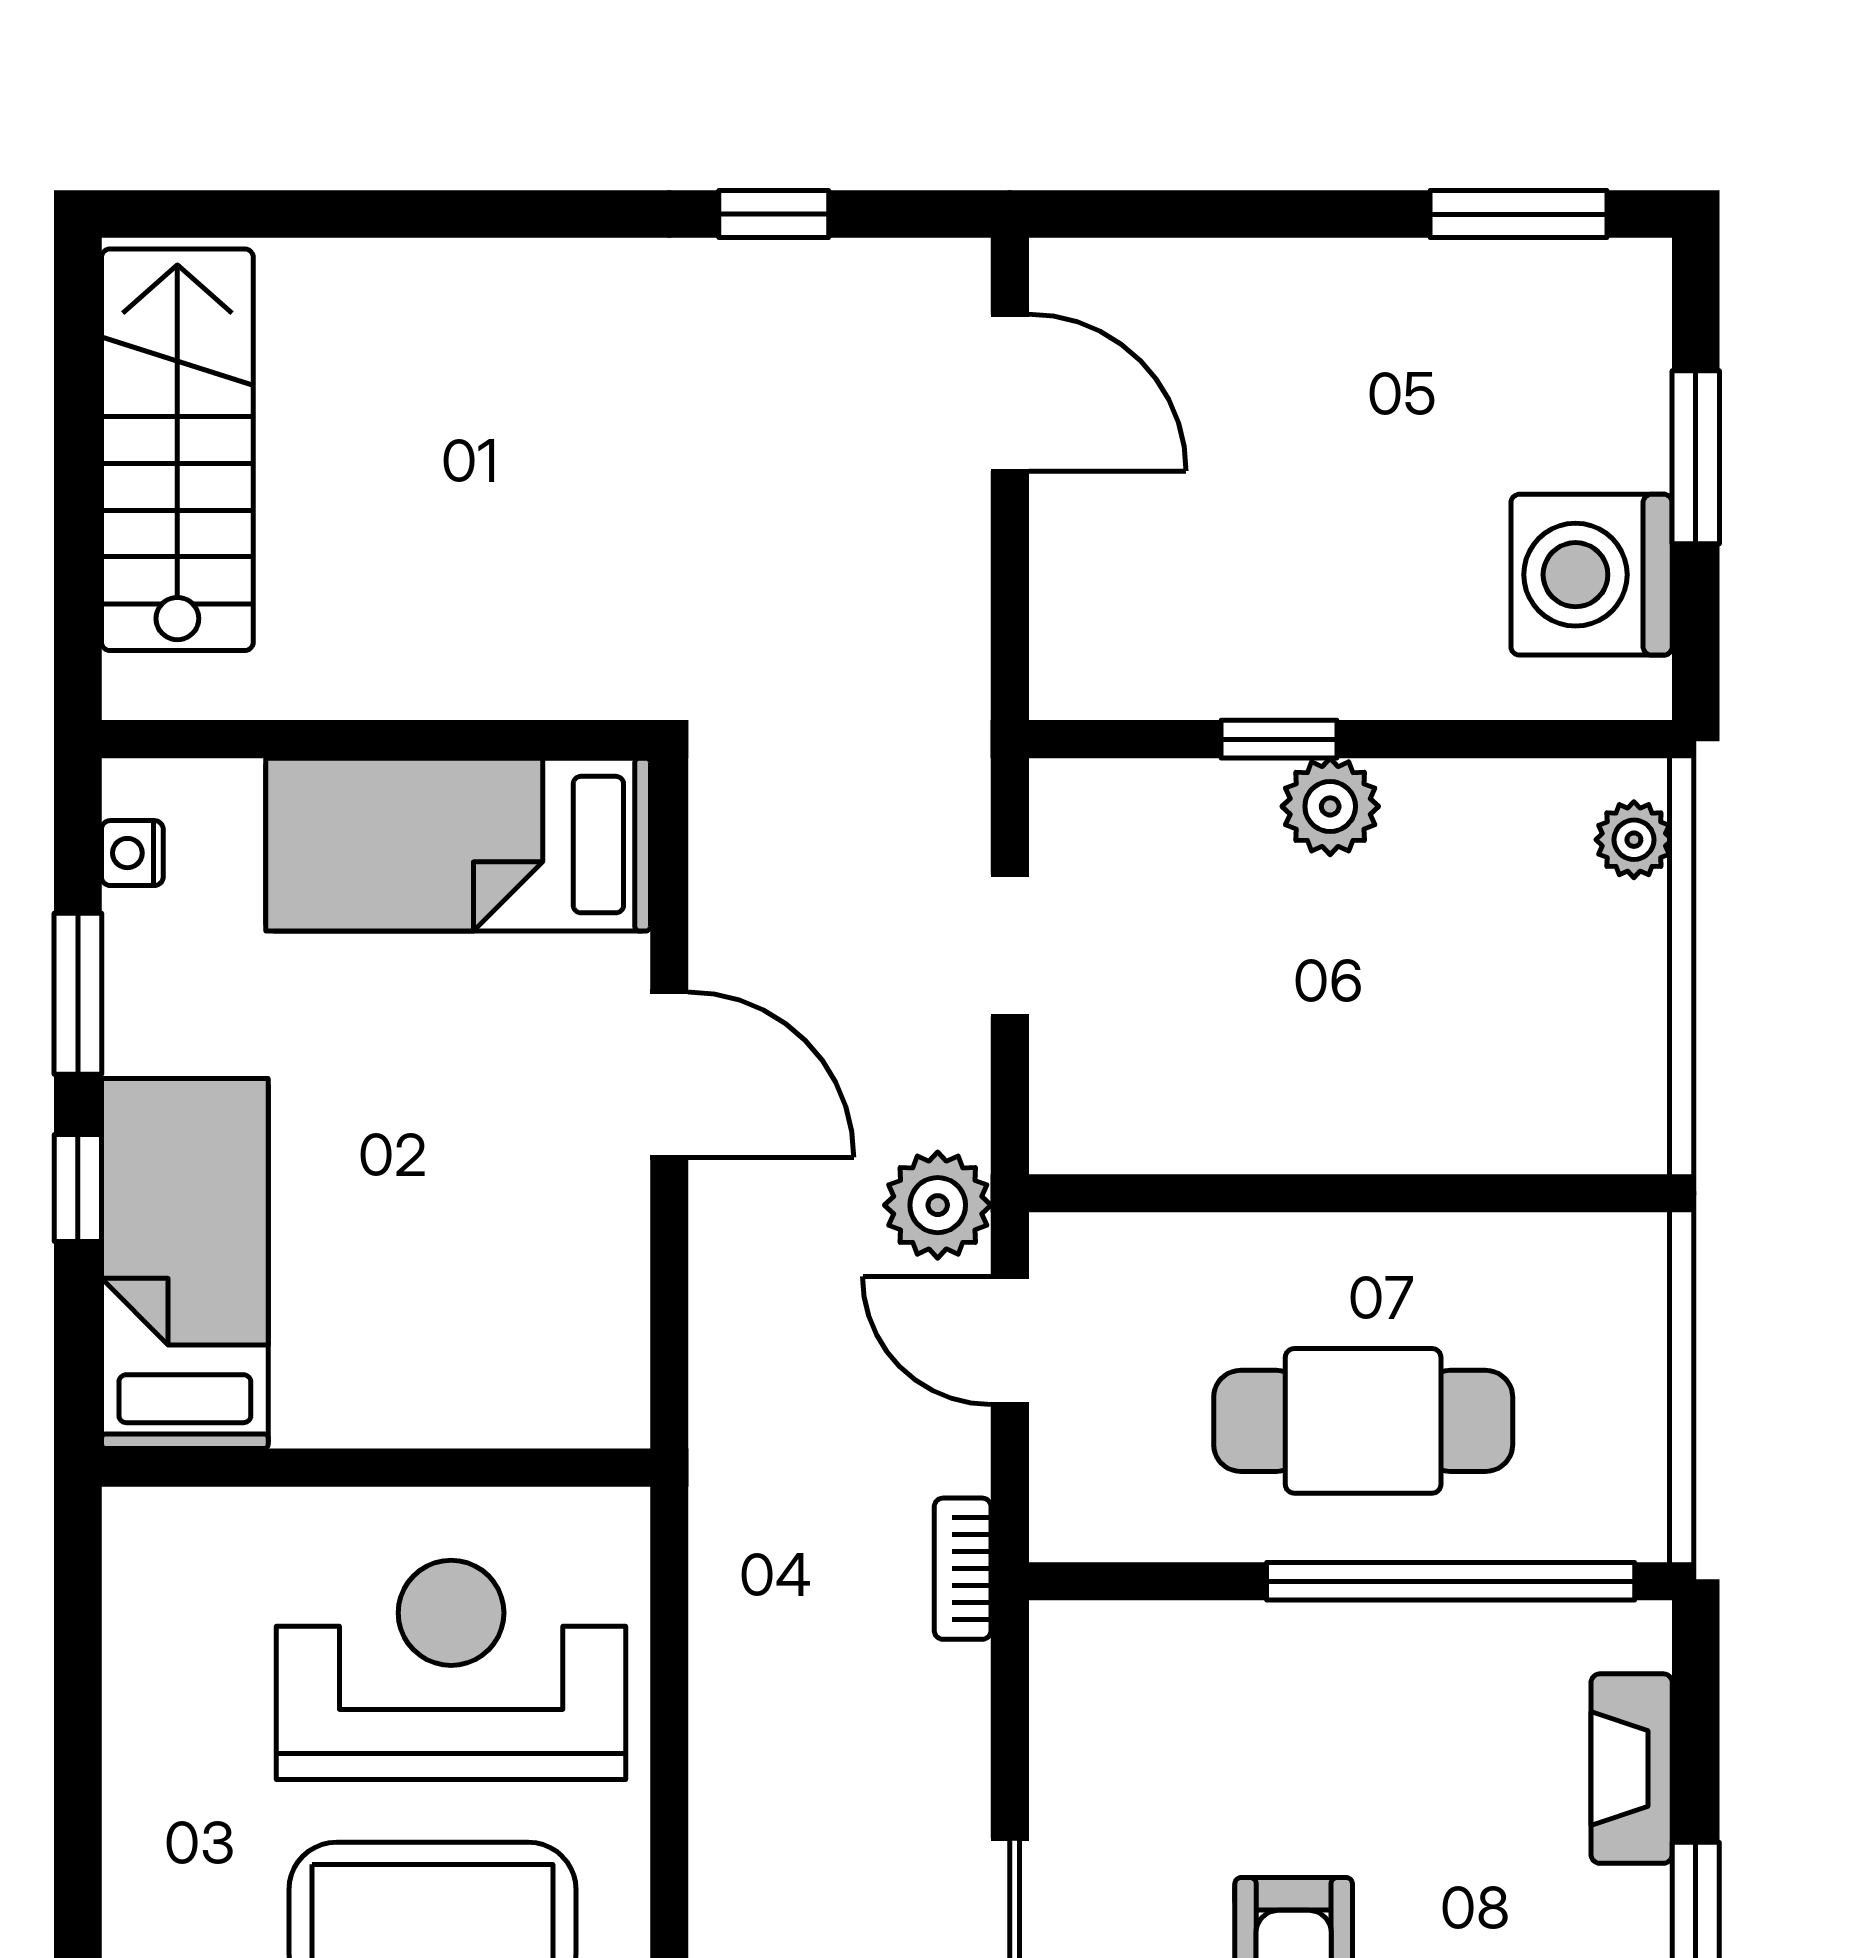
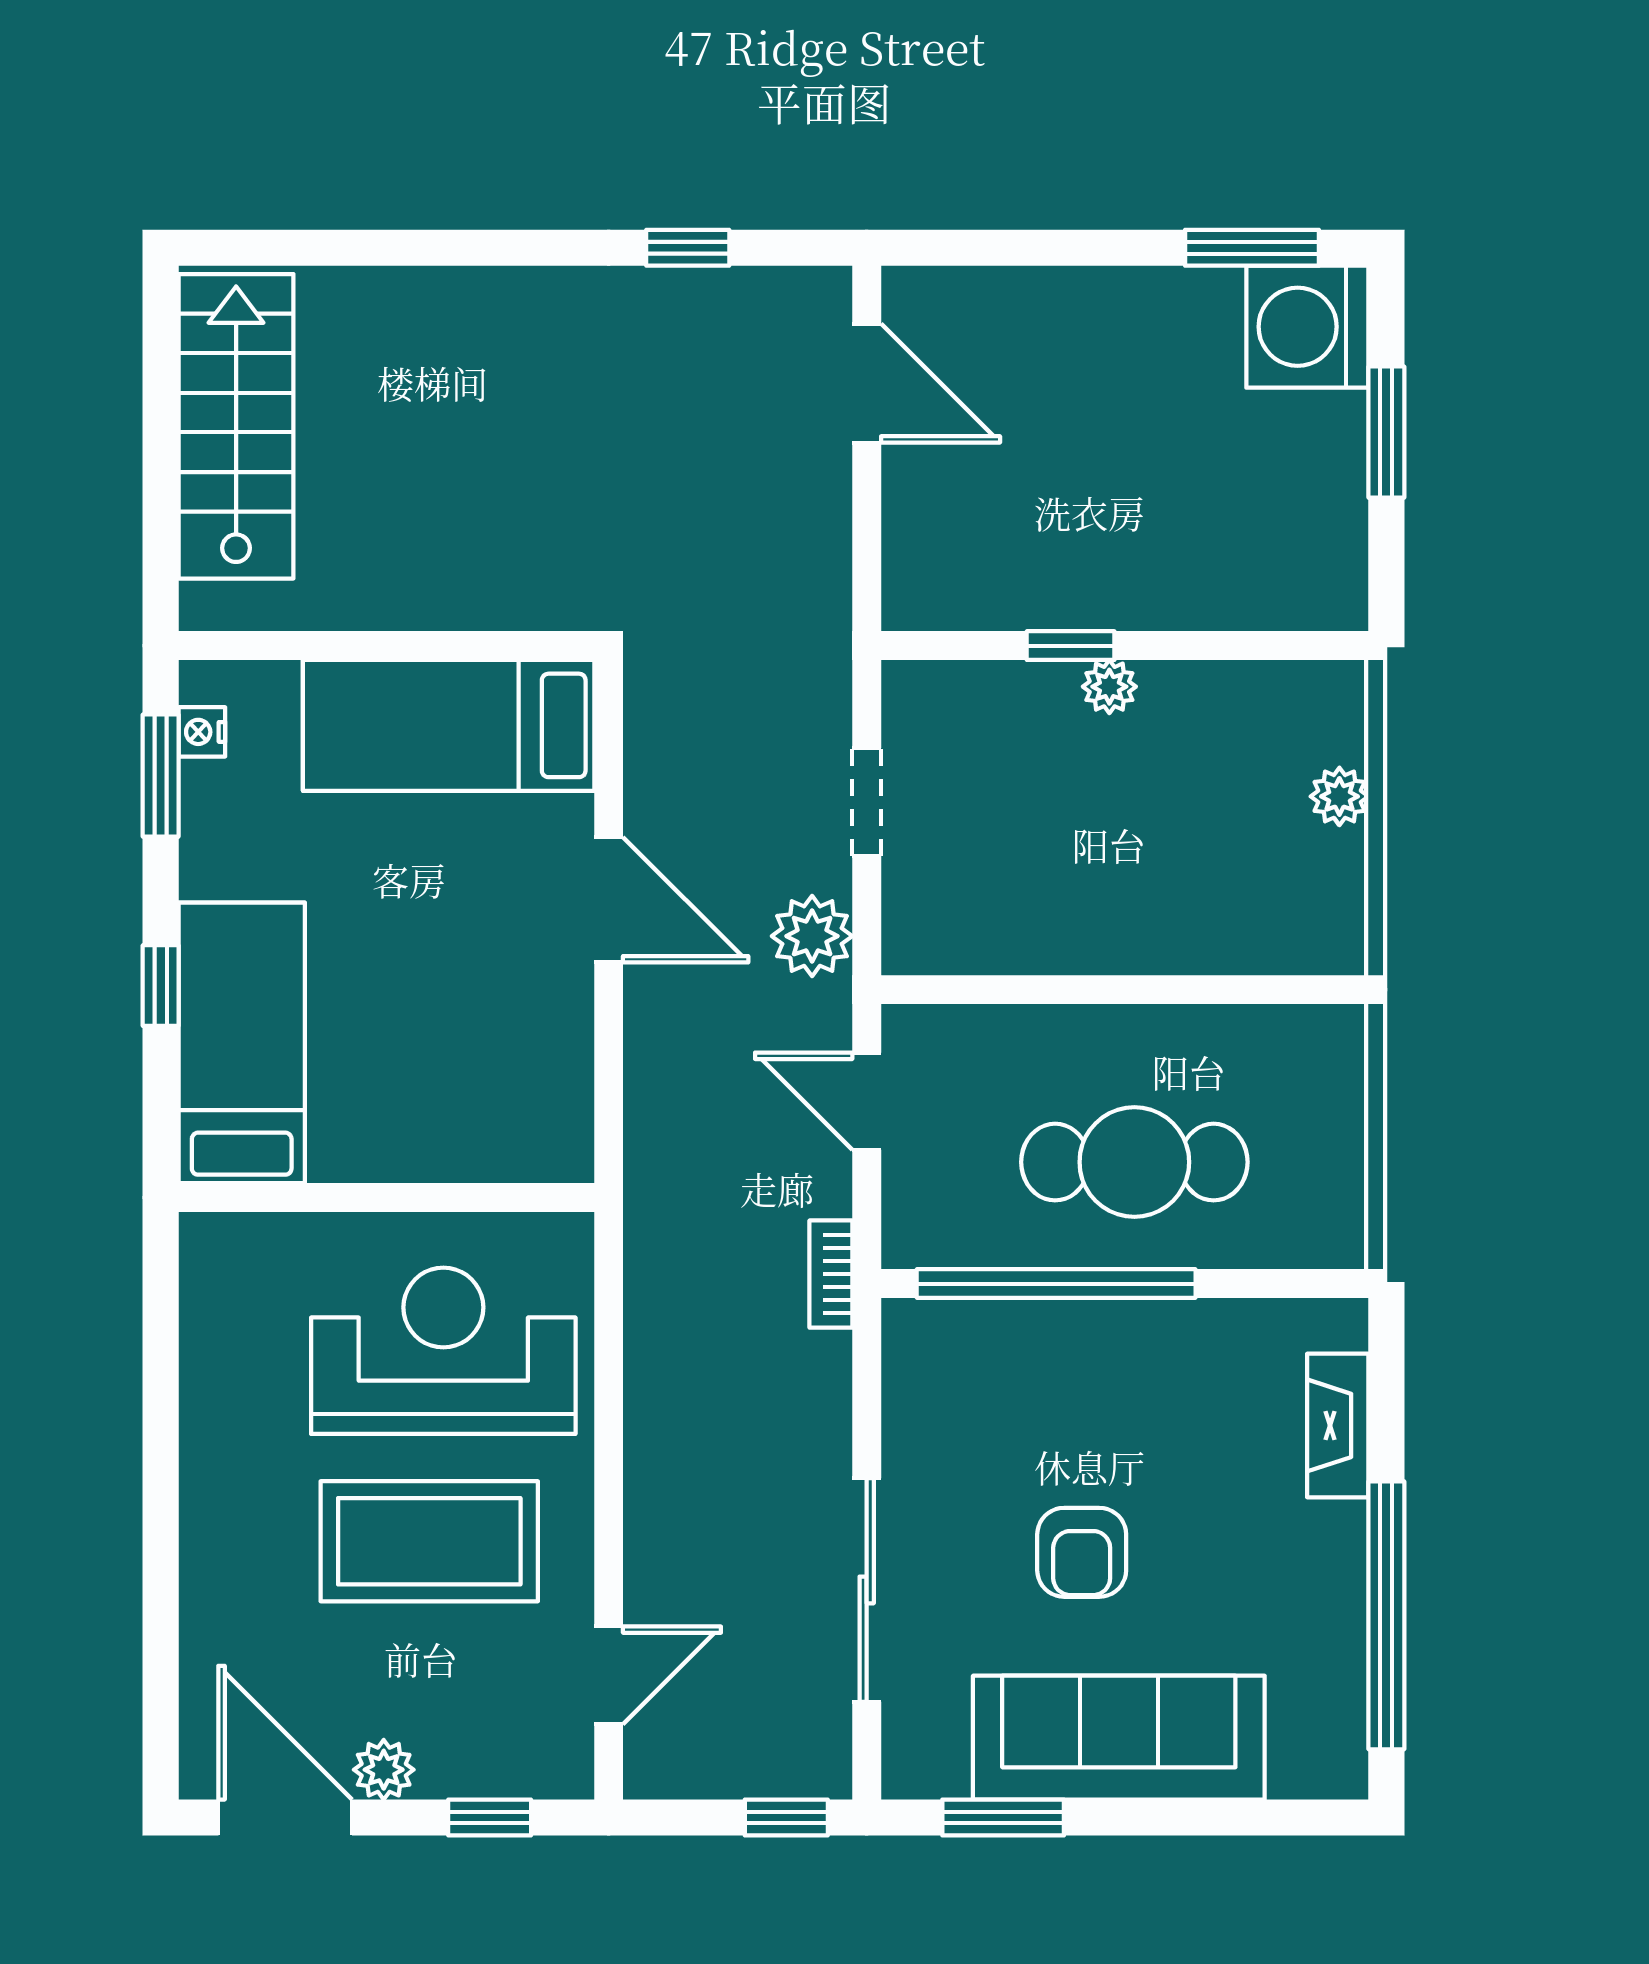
washing machine: (1592, 575) -> (1307, 327), moved
plant: (1330, 806) -> (1109, 687), width x0.73, depth x0.73
plant: (1634, 840) -> (1339, 796), moved
window: (78, 994) -> (161, 776), moved
plant: (938, 1205) -> (812, 936), moved
window: (1451, 1581) -> (1056, 1284), moved

